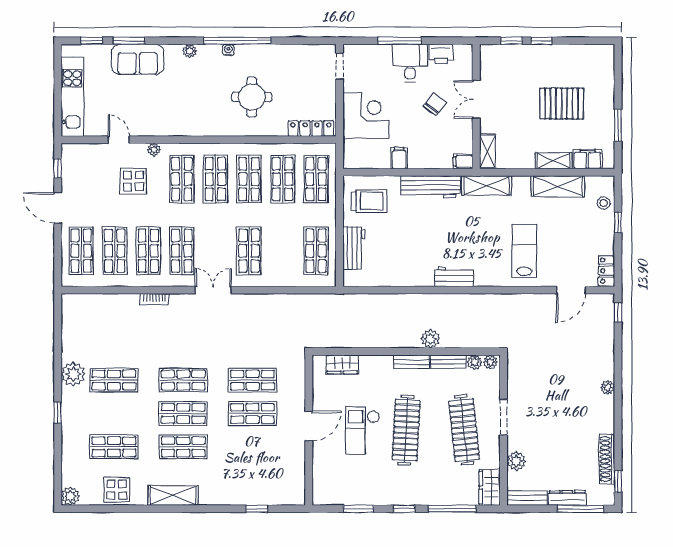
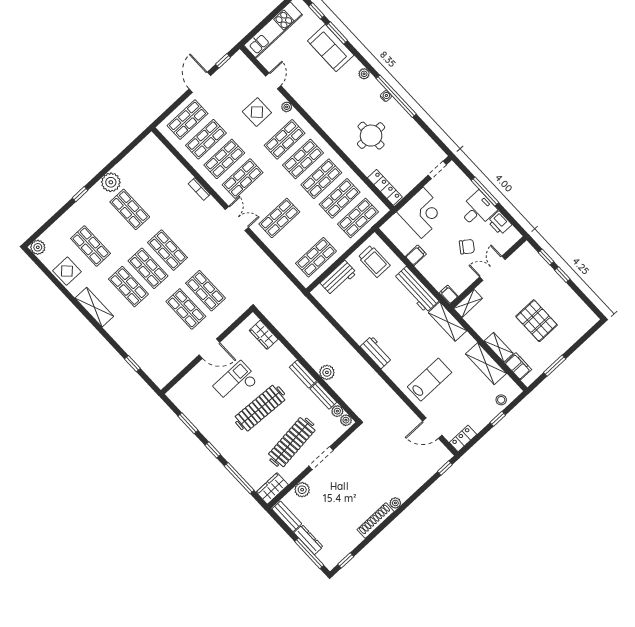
shoe rack: (607, 459) -> (376, 521), moved

